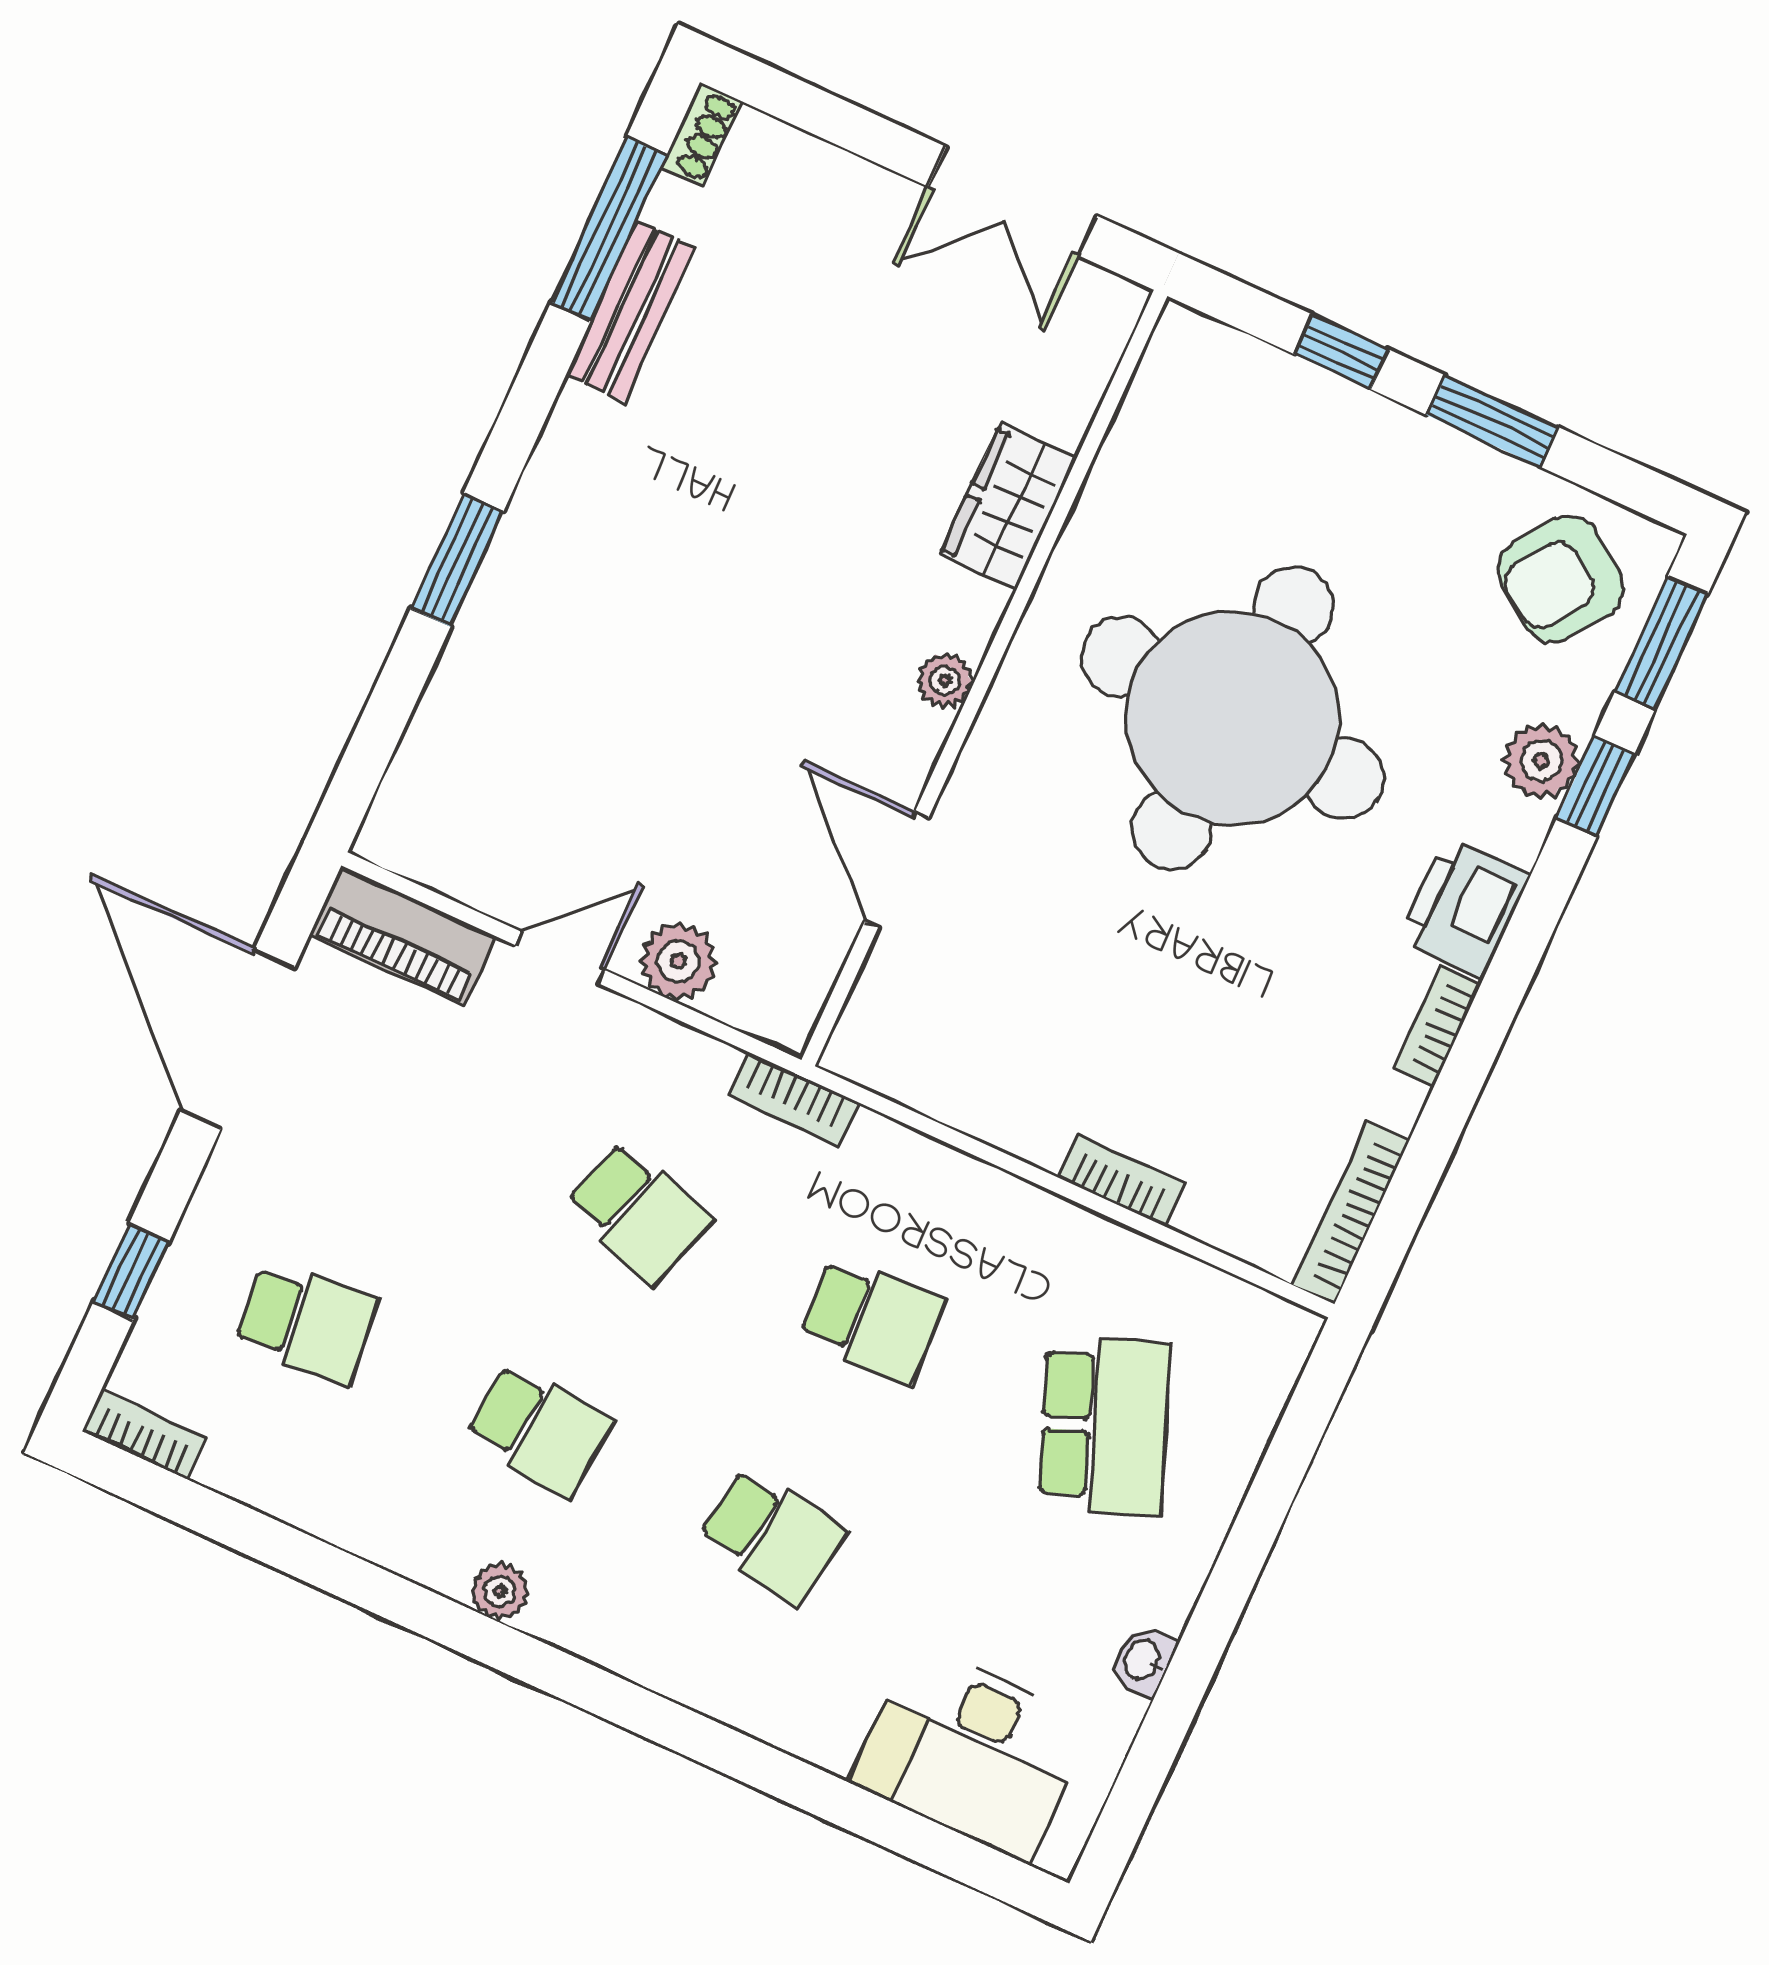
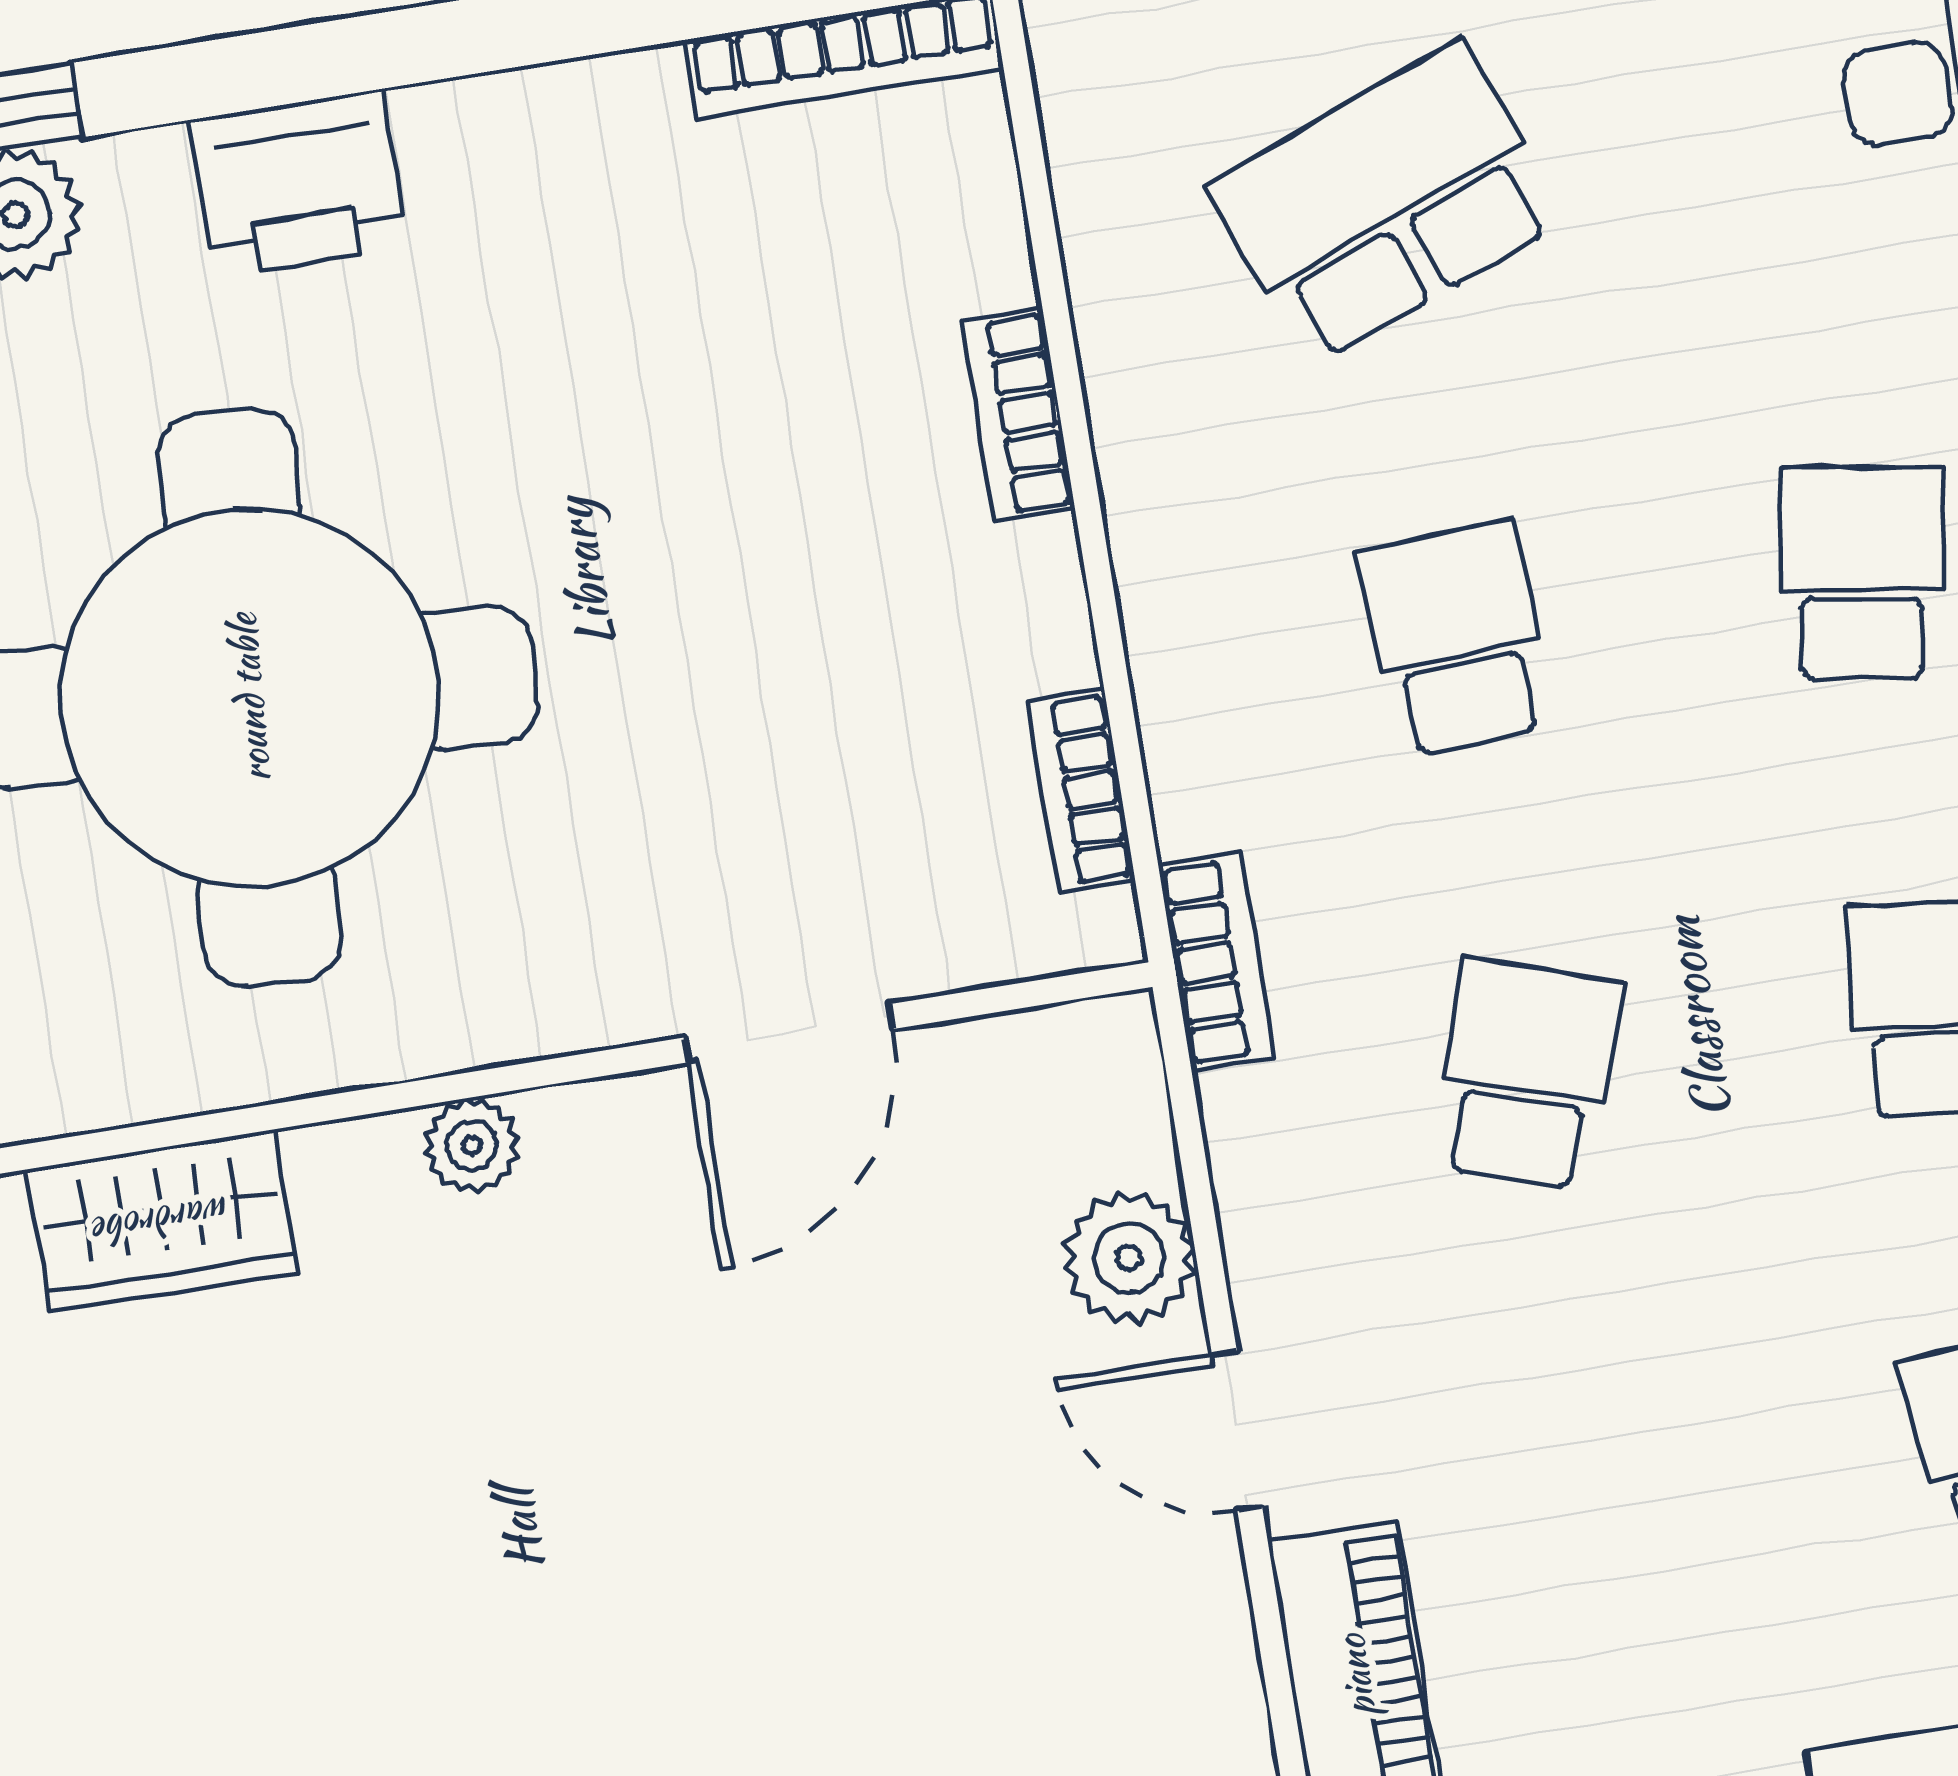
bookcase: (1437, 1026) -> (1082, 791), moved, turned 90

